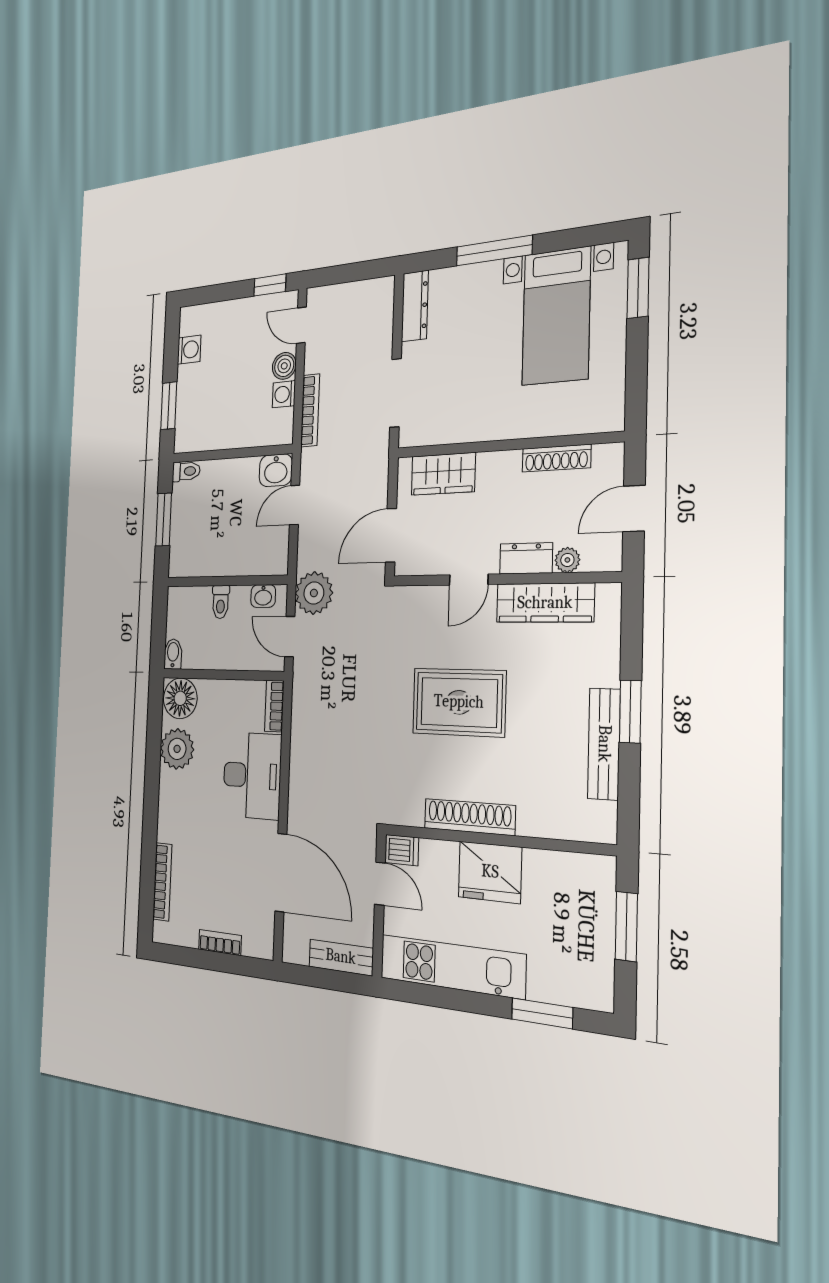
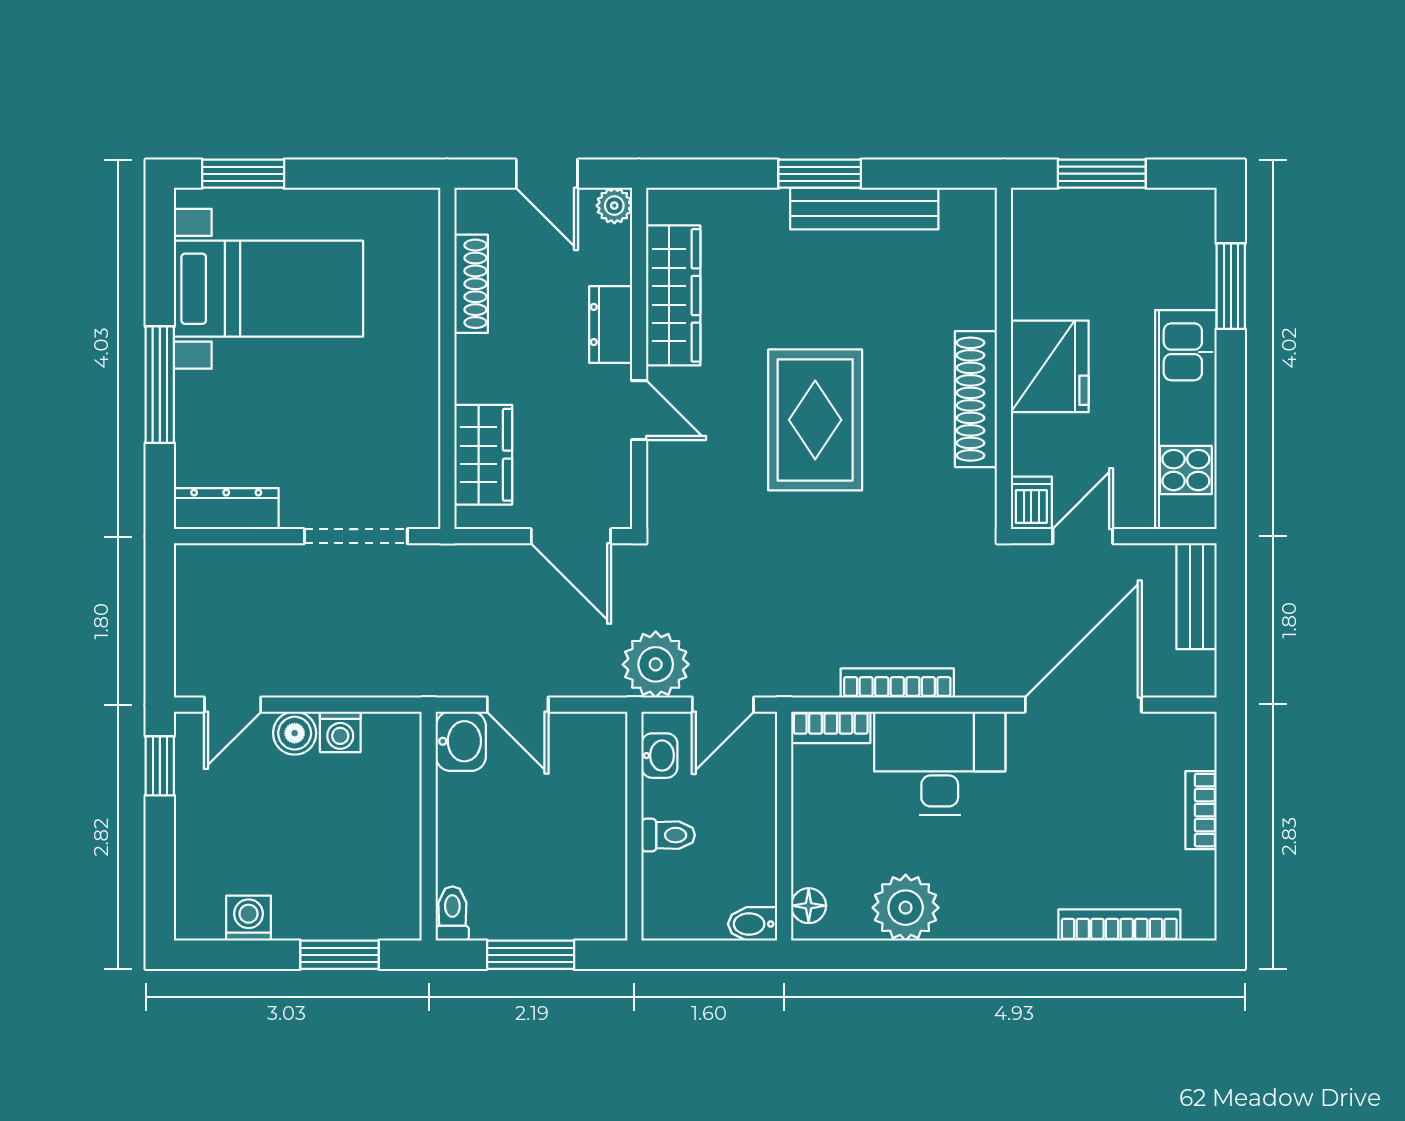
bookcase: (310, 410) -> (897, 683), moved
plant: (567, 560) -> (614, 206), moved
floor lamp: (180, 698) -> (809, 906), width x0.53, depth x0.53

